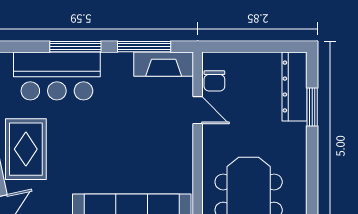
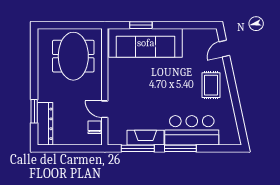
fireplace: (164, 64) -> (146, 138), moved
rug: (26, 149) -> (211, 85), width x0.73, depth x0.70

